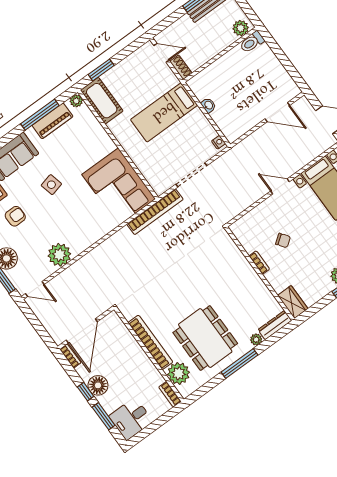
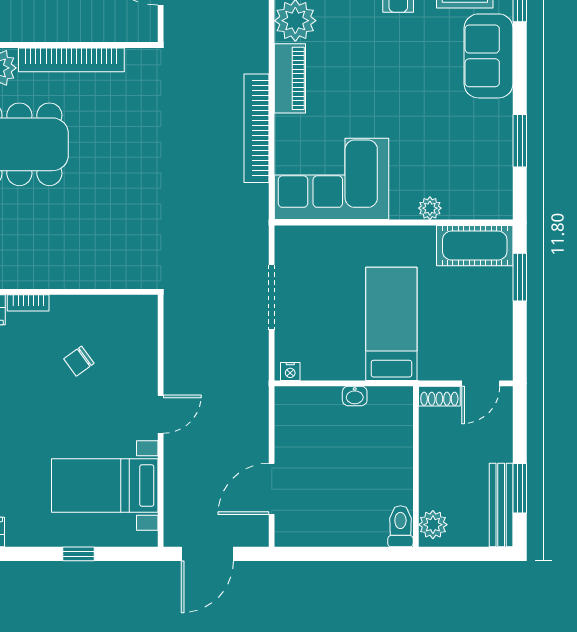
plant: (76, 101) -> (430, 208), moved
window: (40, 115) -> (520, 141), width x0.69
piano: (53, 121) -> (290, 78), moved, turned 180
side table: (51, 185) -> (406, 83), removed
bookcase: (155, 212) -> (257, 128), moved
bookcase: (259, 263) -> (28, 303), moved

